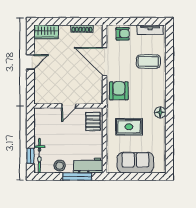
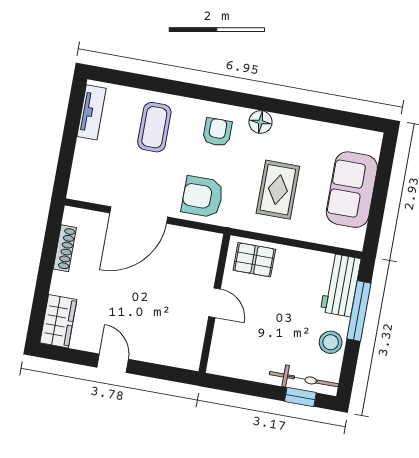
armchair: (123, 34) -> (217, 132), moved

